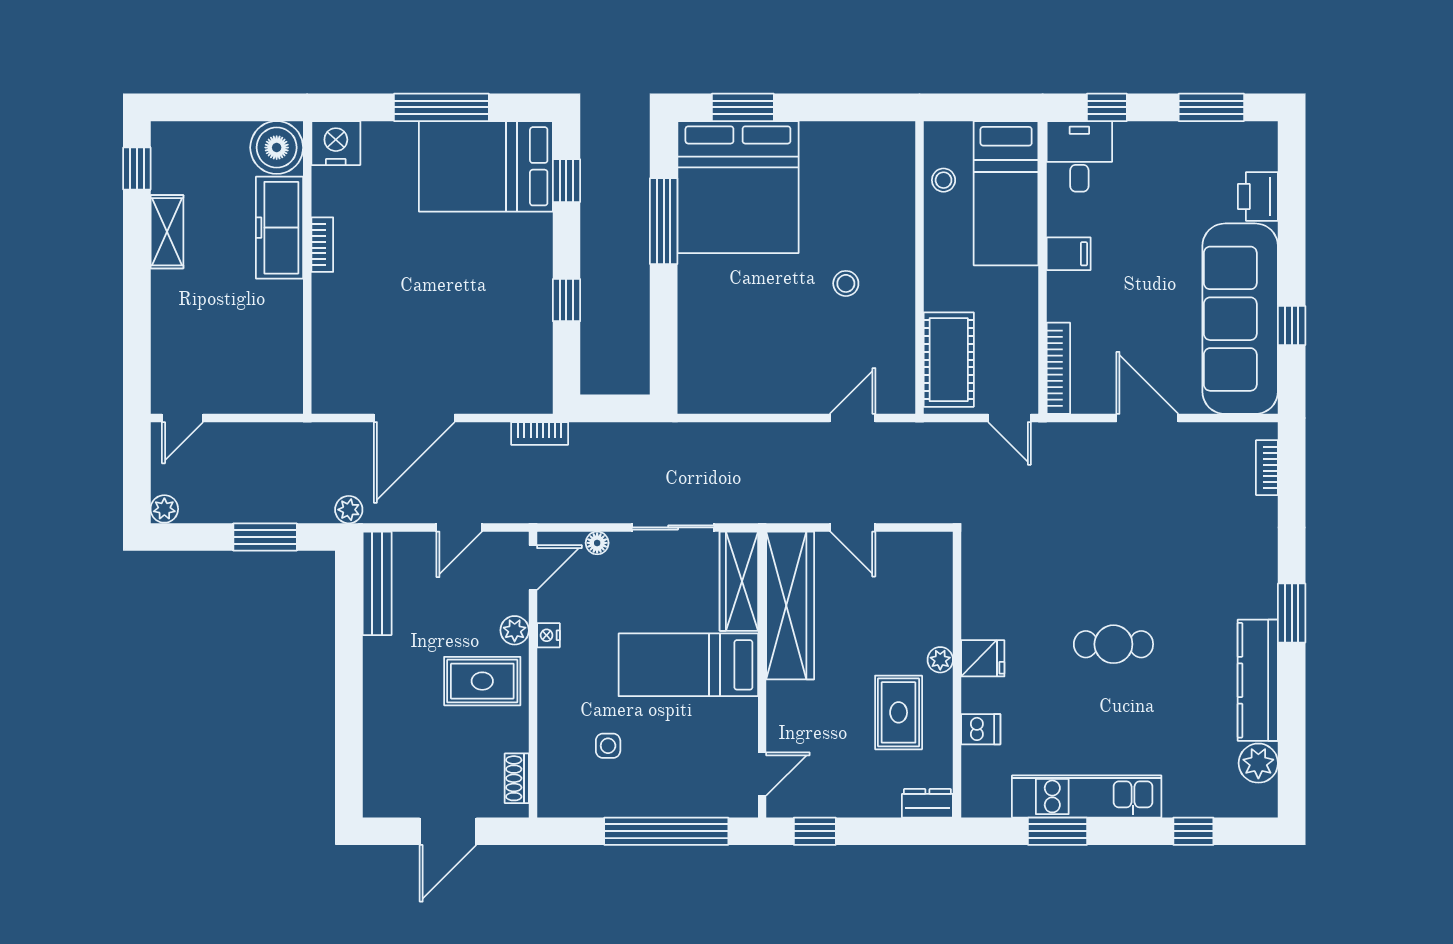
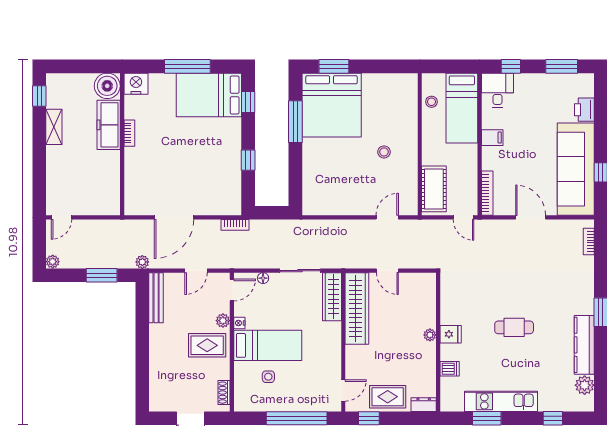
bed: (688, 665) -> (268, 345), moved, turned 180
rug: (899, 712) -> (388, 397), moved, turned 90

